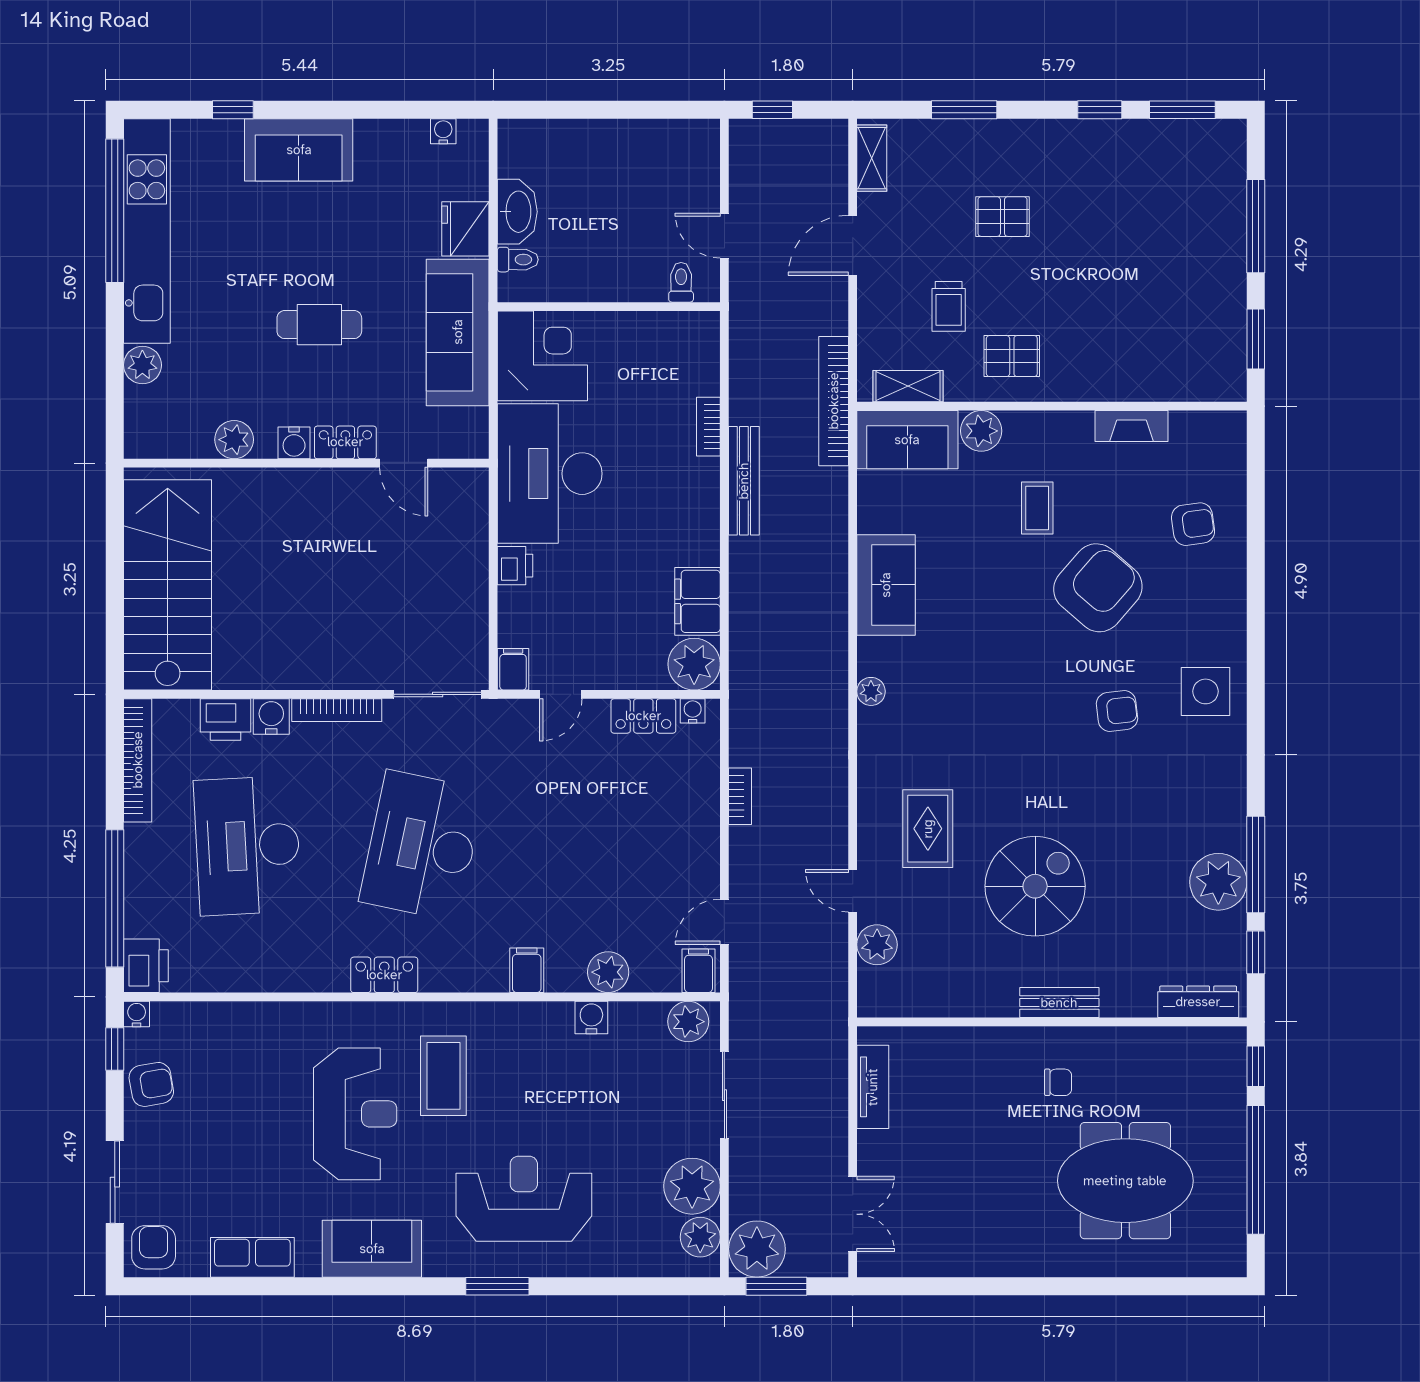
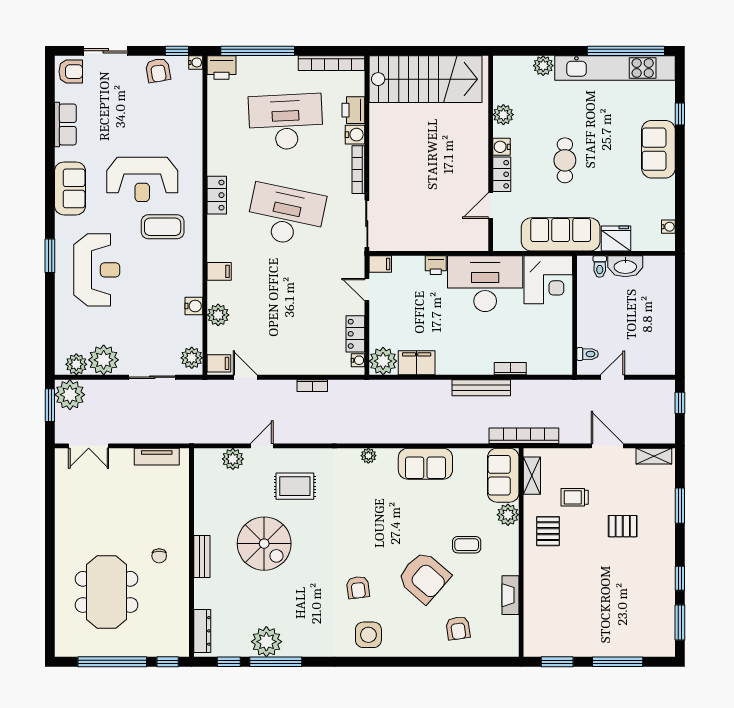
pallet: (1002, 217) -> (623, 526), turned 90

